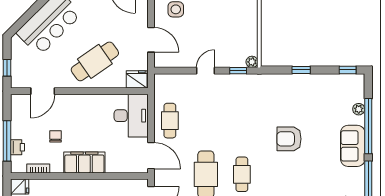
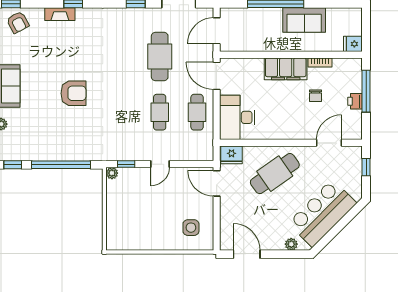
door: (151, 40) -> (217, 183), moved
window: (301, 70) -> (61, 165), width x3.17
printer: (17, 147) -> (355, 101), moved
bookcase: (38, 169) -> (320, 63), moved
cafe table: (242, 174) -> (160, 112), moved

